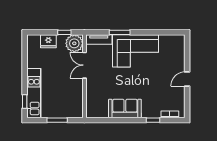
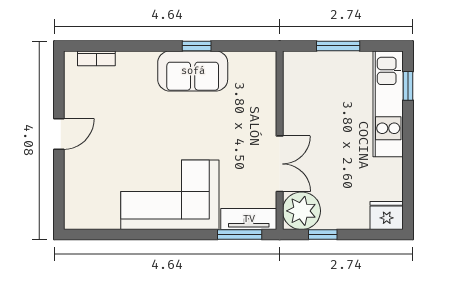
window: (120, 32) -> (240, 235), moved
fridge: (48, 41) -> (387, 216), moved
window: (153, 120) -> (197, 46), moved

